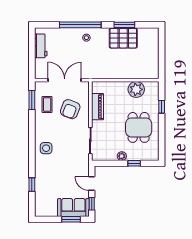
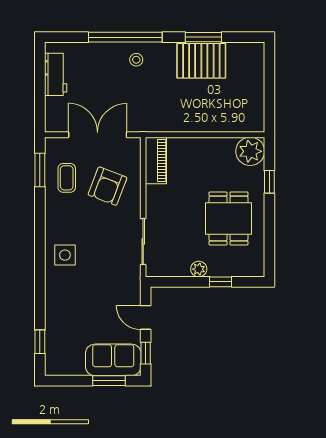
plant: (136, 89) -> (250, 151), moved
piano: (98, 107) -> (156, 161), moved
window: (32, 185) -> (40, 342), moved

